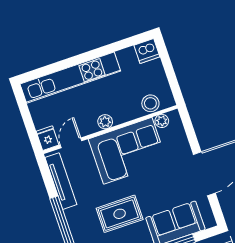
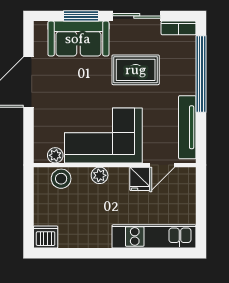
kitchen unit: (70, 78) -> (154, 236), width x0.73
plant: (105, 122) -> (100, 175), moved
fridge: (48, 138) -> (140, 179), moved

